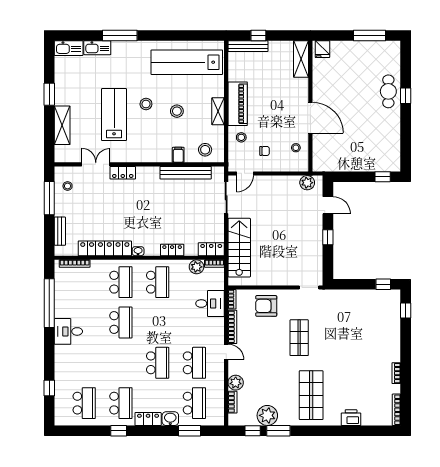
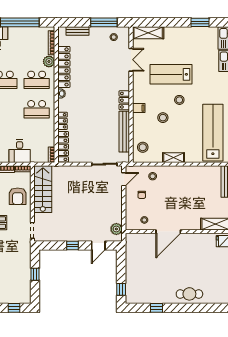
window: (49, 94) -> (200, 22), moved
window: (406, 96) -> (157, 308), moved
piano: (238, 104) -> (180, 173), removed
stool: (177, 111) -> (163, 118), moved
lab bench: (114, 115) -> (171, 74), turned 180
shelving: (62, 125) -> (148, 33), moved
filing cabinet: (178, 155) -> (139, 108), moved
locker: (123, 173) -> (124, 100), moved
door: (245, 173) -> (124, 179), swing flipped
stairs: (239, 248) -> (43, 189), moved, turned -90
locker: (211, 249) -> (63, 147), width x1.53
plant: (197, 267) -> (49, 61), moved
window: (383, 284) -> (35, 274), moved
armchair: (266, 306) -> (18, 196), turned 180

